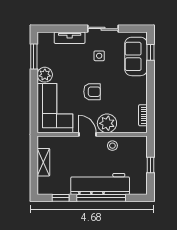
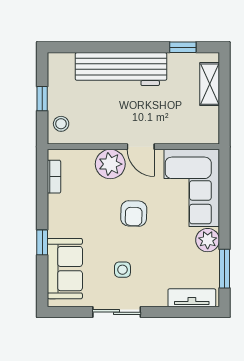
tv unit: (70, 38) -> (192, 298), moved
window: (151, 52) -> (42, 242), moved
armchair: (92, 92) -> (134, 213), turned -88
stool: (112, 146) -> (61, 124), moved
shelving: (43, 162) -> (210, 84), moved
window: (101, 198) -> (119, 47), removed

